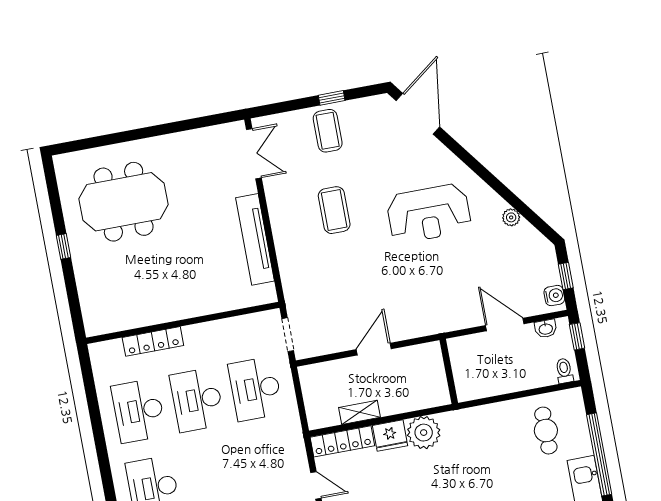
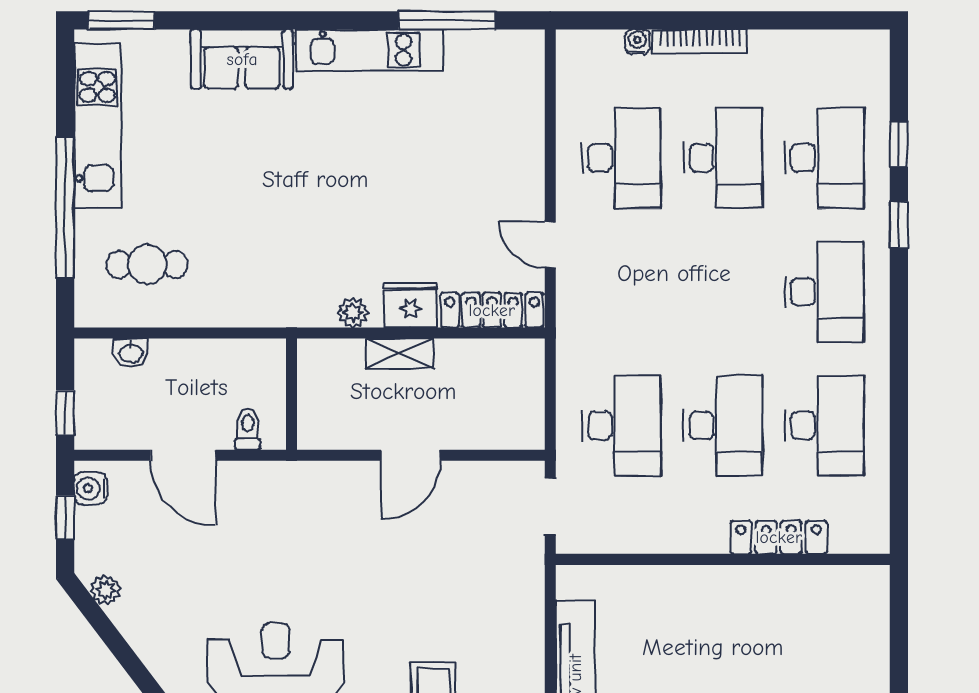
plant: (511, 217) -> (106, 590), moved
washbasin: (546, 329) -> (131, 353), moved, turned 180
toilet: (564, 371) -> (248, 429), moved, turned 180
shelving: (360, 412) -> (400, 353), moved
cafe table: (546, 431) -> (147, 265), turned 90
plant: (424, 433) -> (353, 313), width x0.53, depth x0.53

